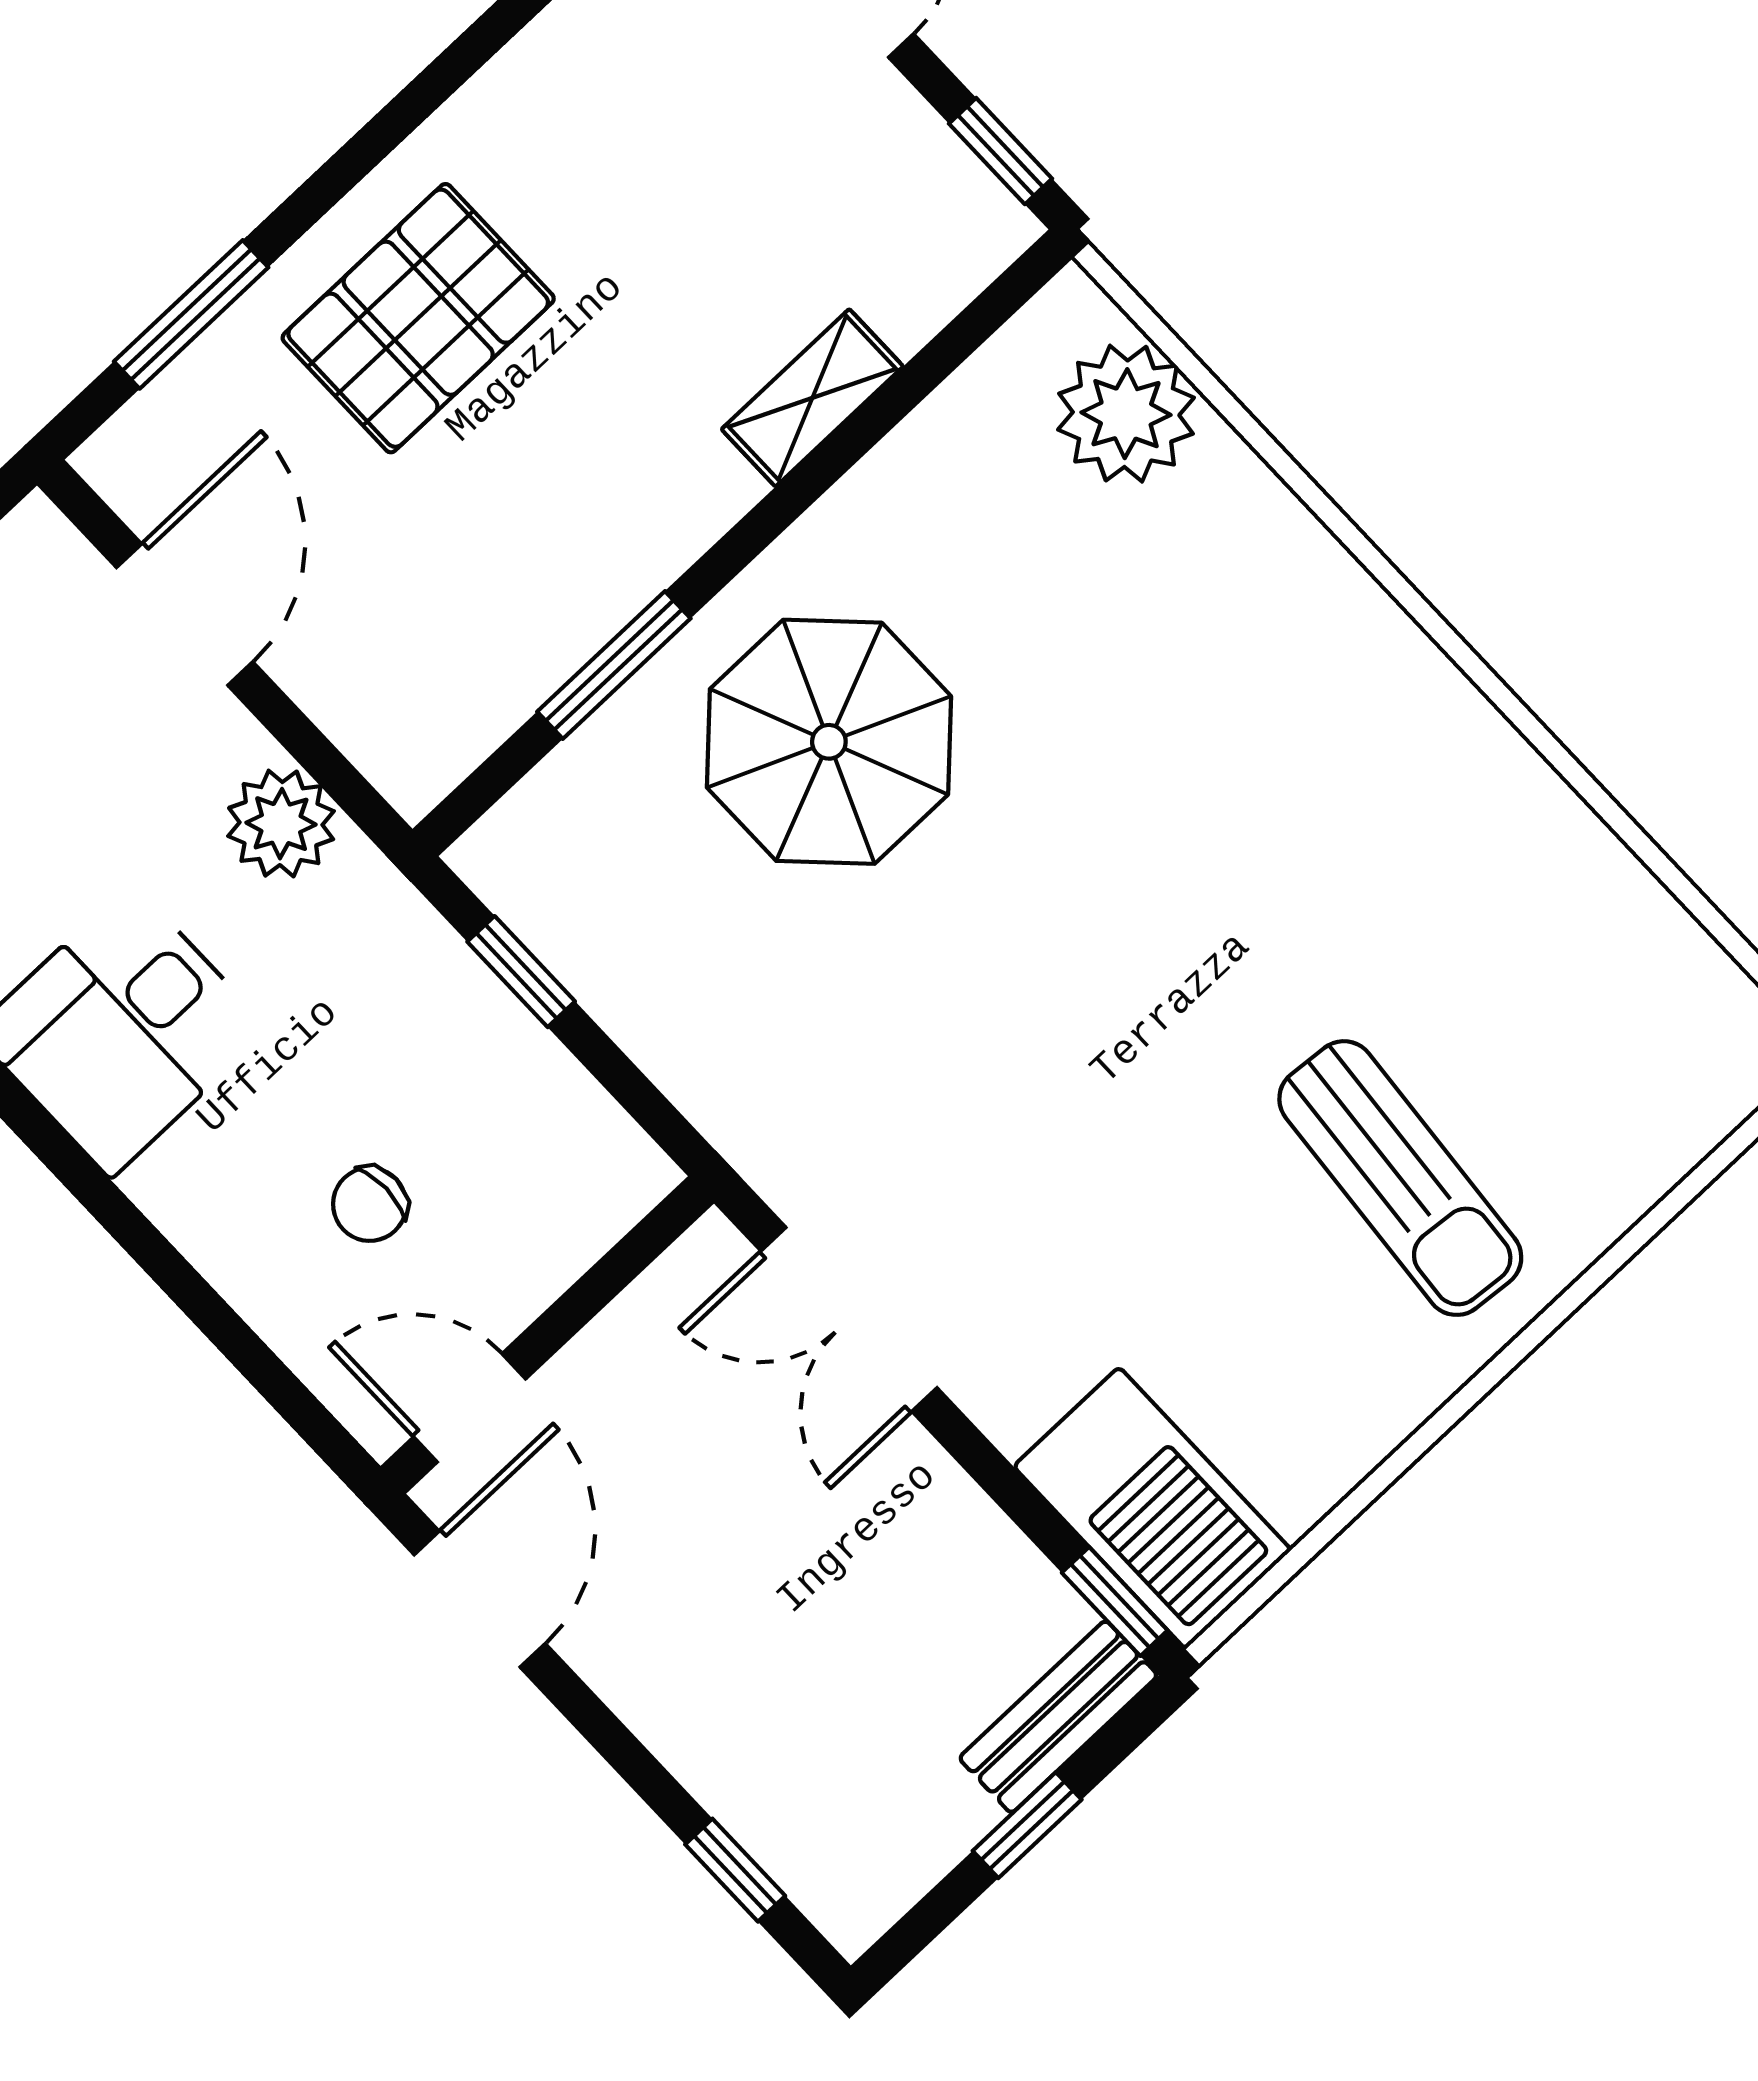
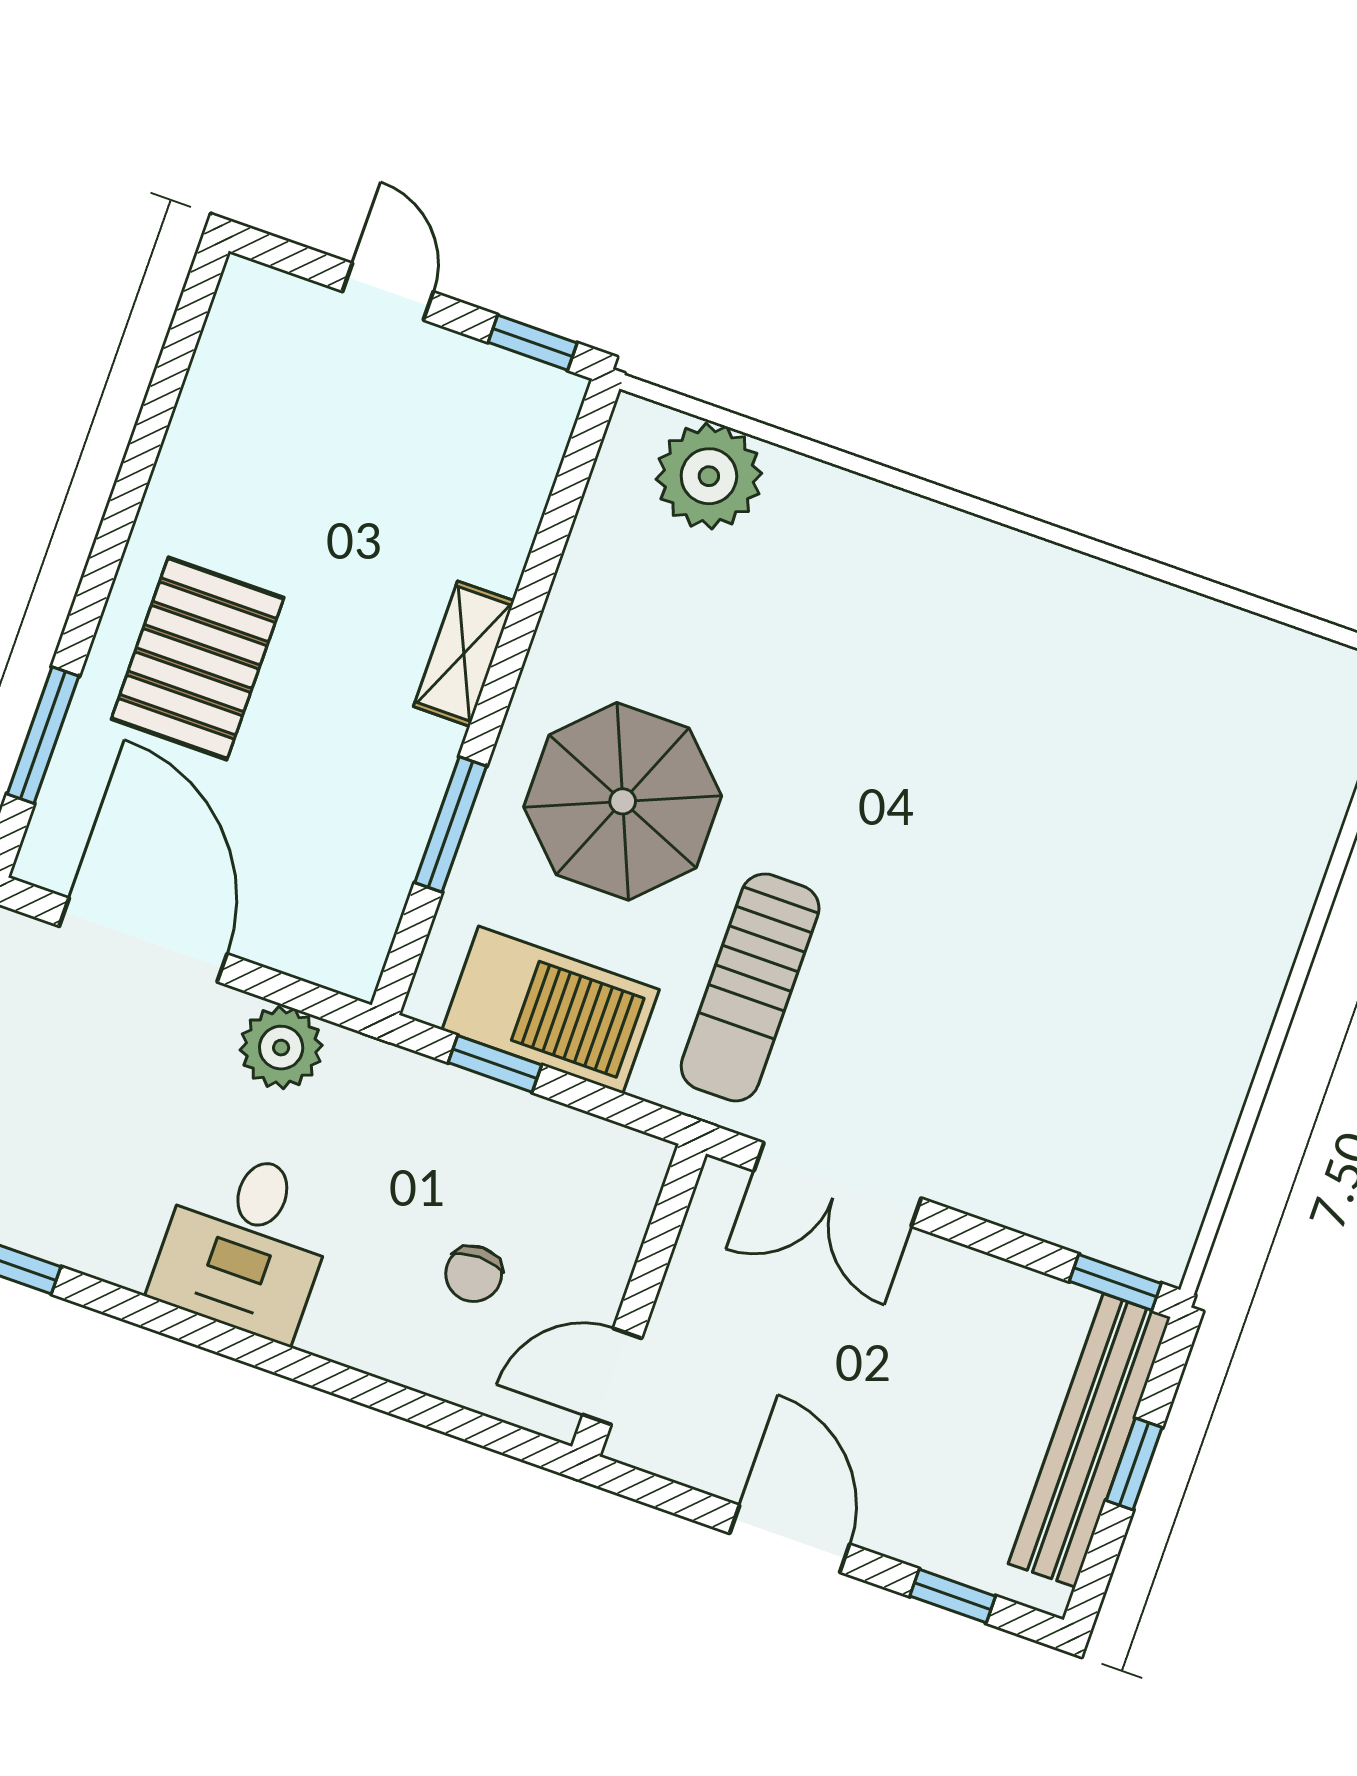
shelving: (812, 398) -> (464, 654), moved
door: (185, 615) -> (143, 940), width x1.36
sun lounger: (1400, 1178) -> (750, 987), moved, turned 85
barbecue: (1152, 1508) -> (551, 1010), moved
door: (480, 1599) -> (790, 1539), moved
bench: (1058, 1717) -> (1089, 1440), width x1.86, depth x1.21

